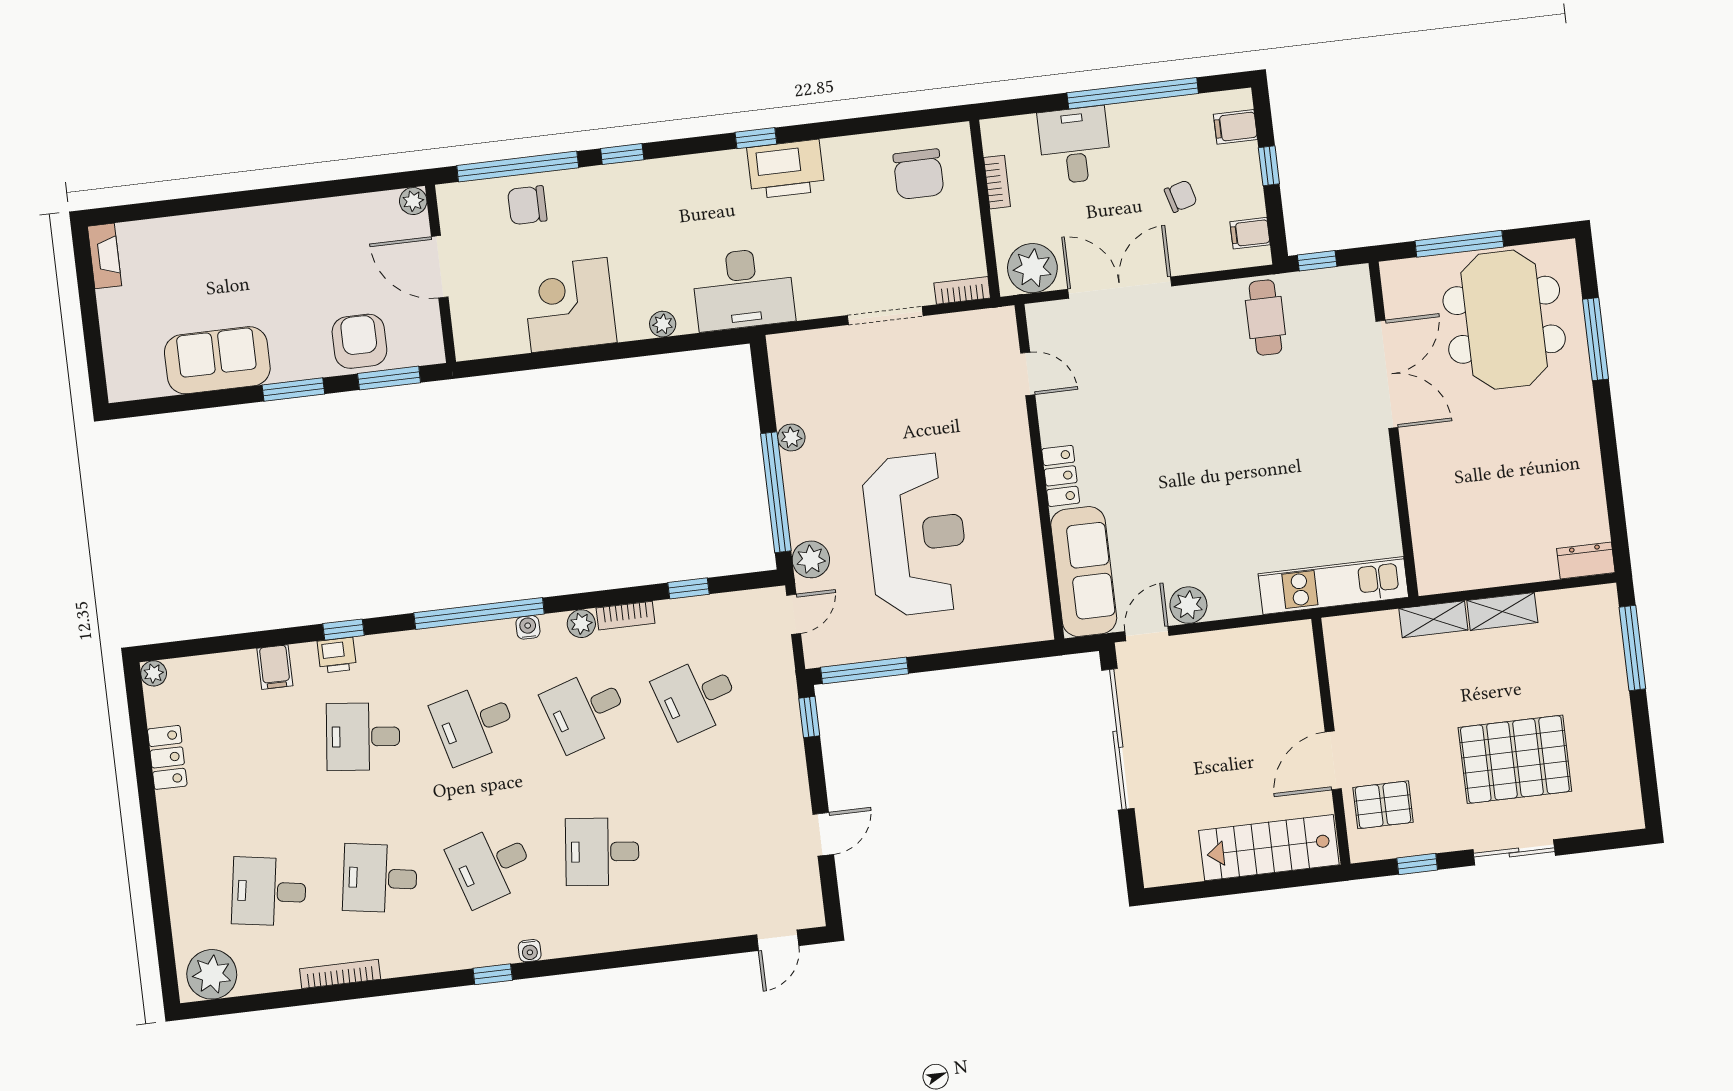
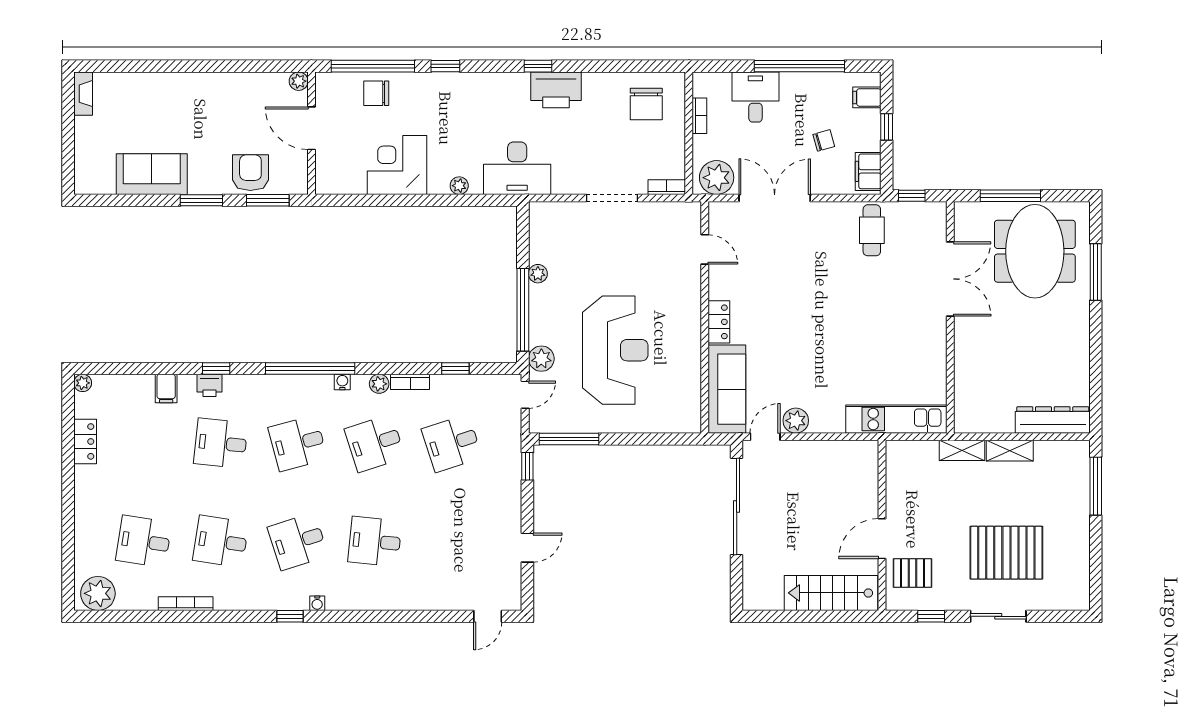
filing cabinet: (1250, 233) -> (868, 171), width x2.00
dresser: (1586, 561) -> (1053, 420), width x1.96, depth x1.24

